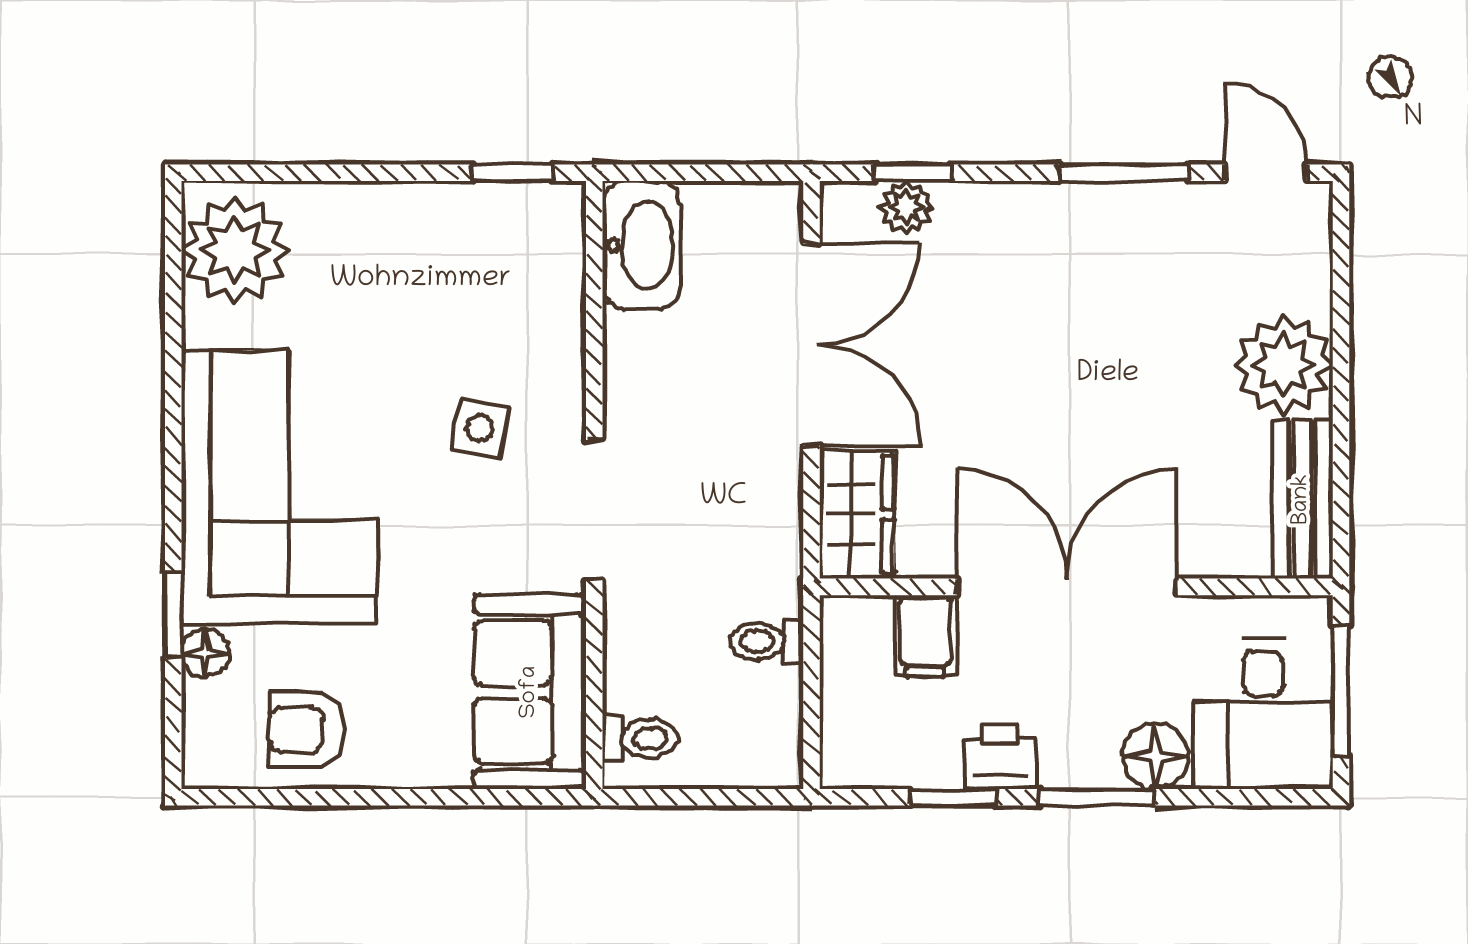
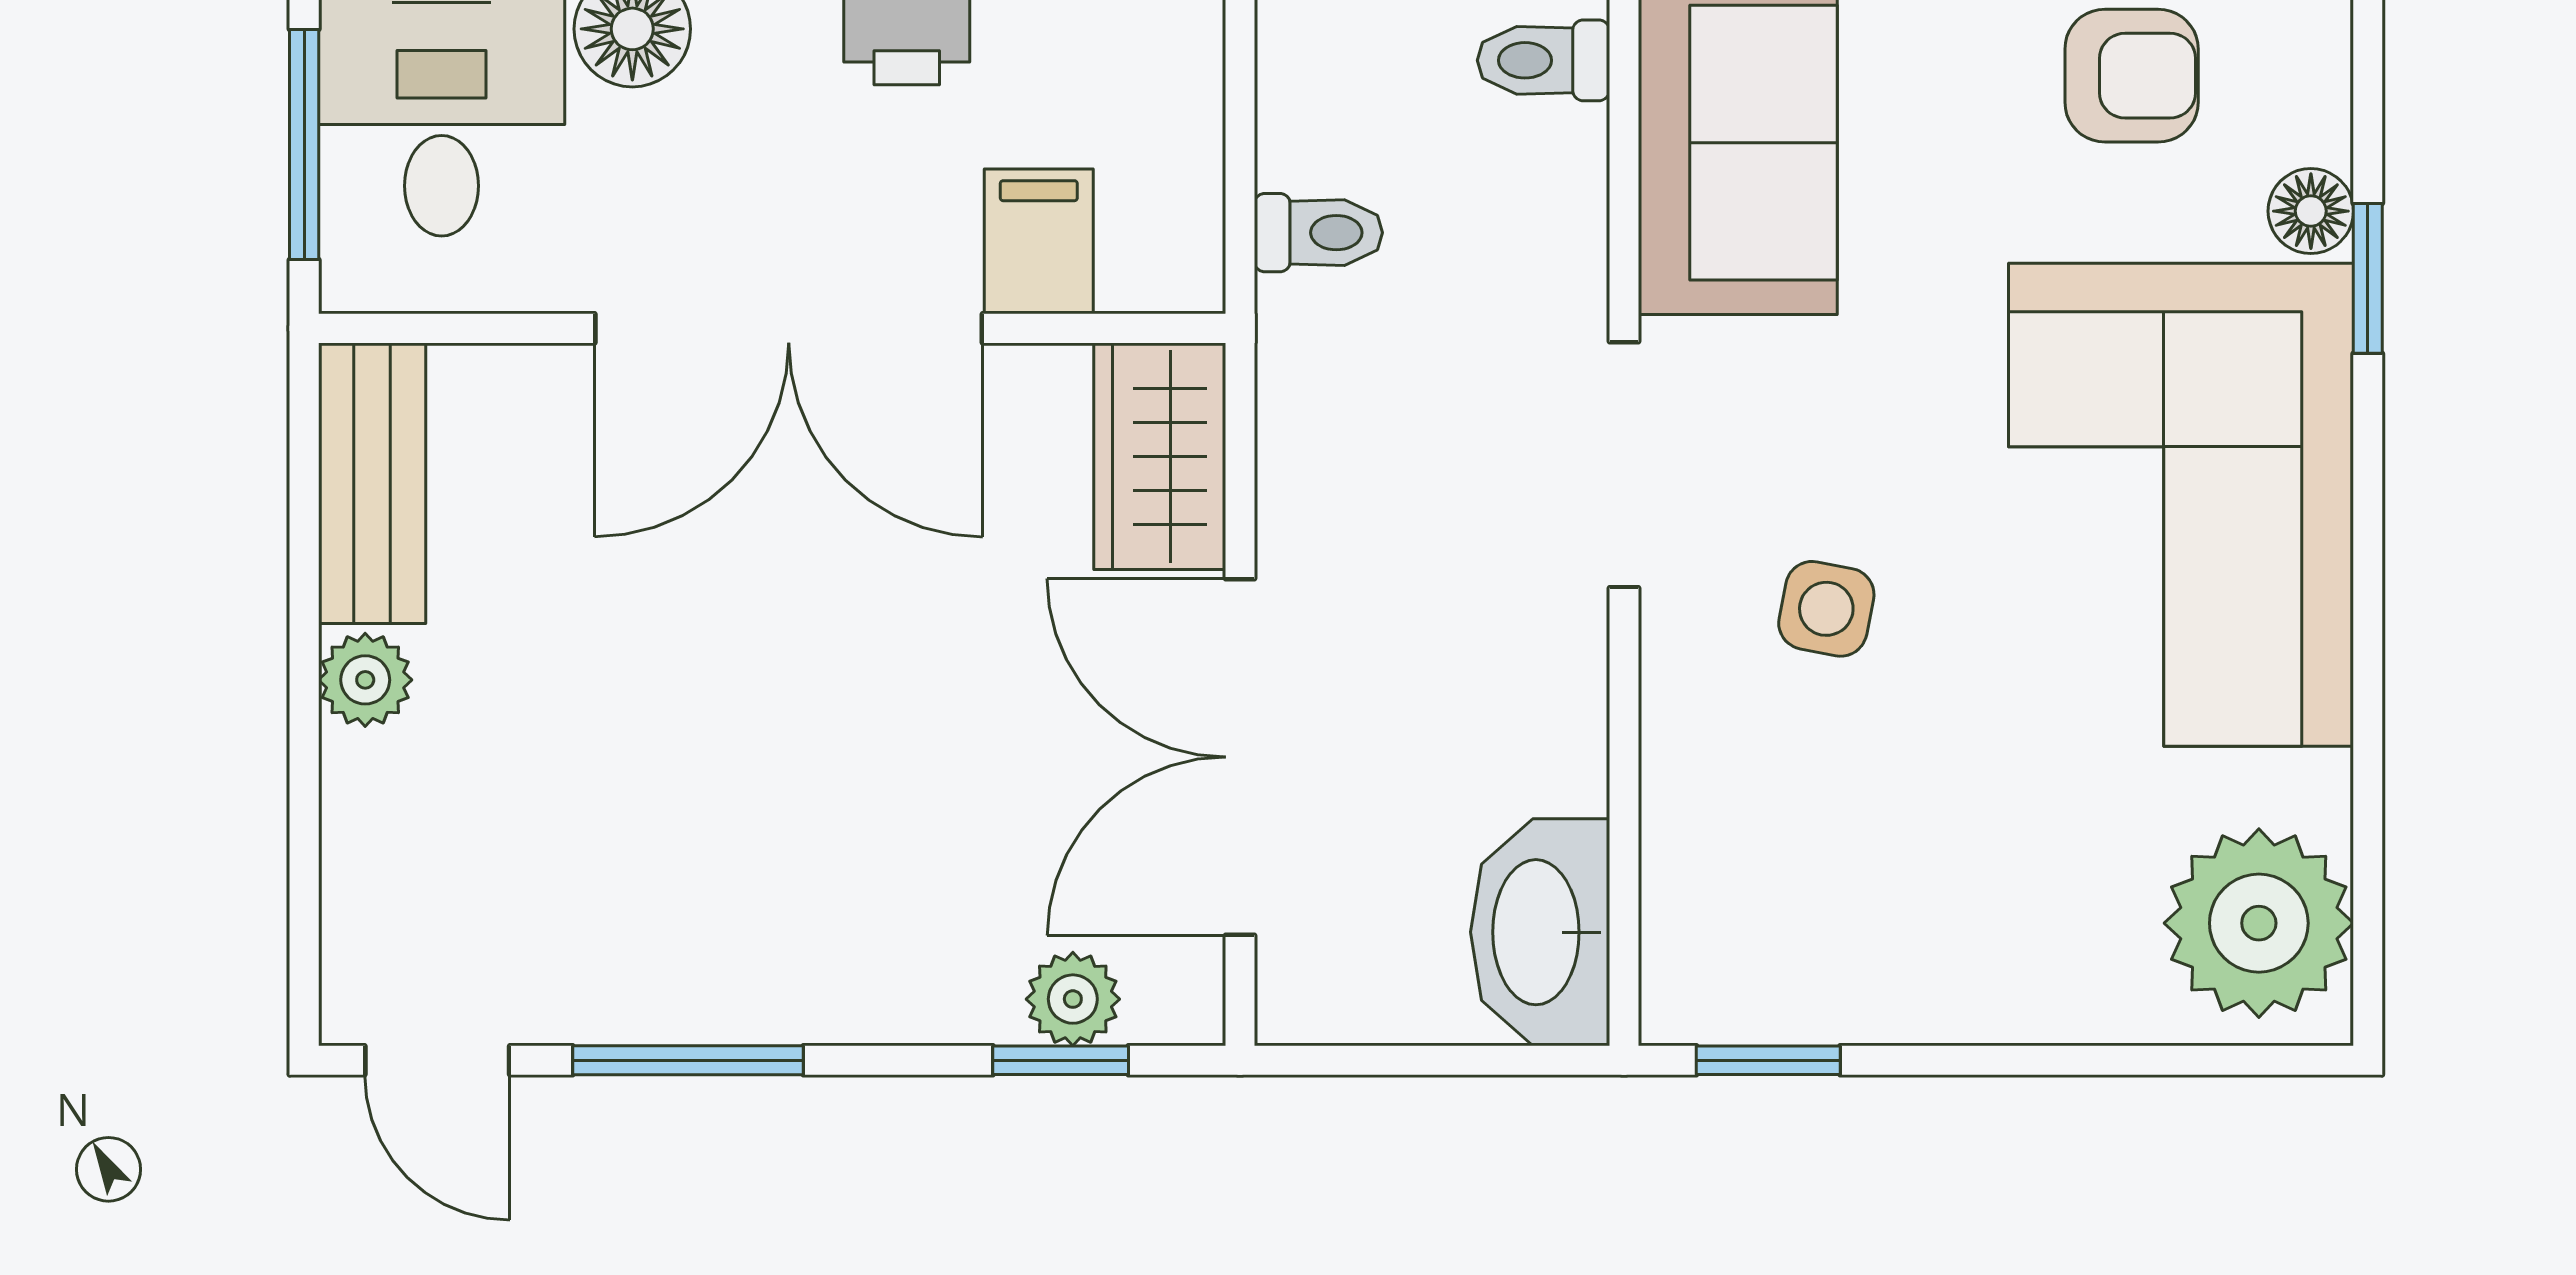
plant: (1283, 365) -> (365, 680), width x0.53, depth x0.53

